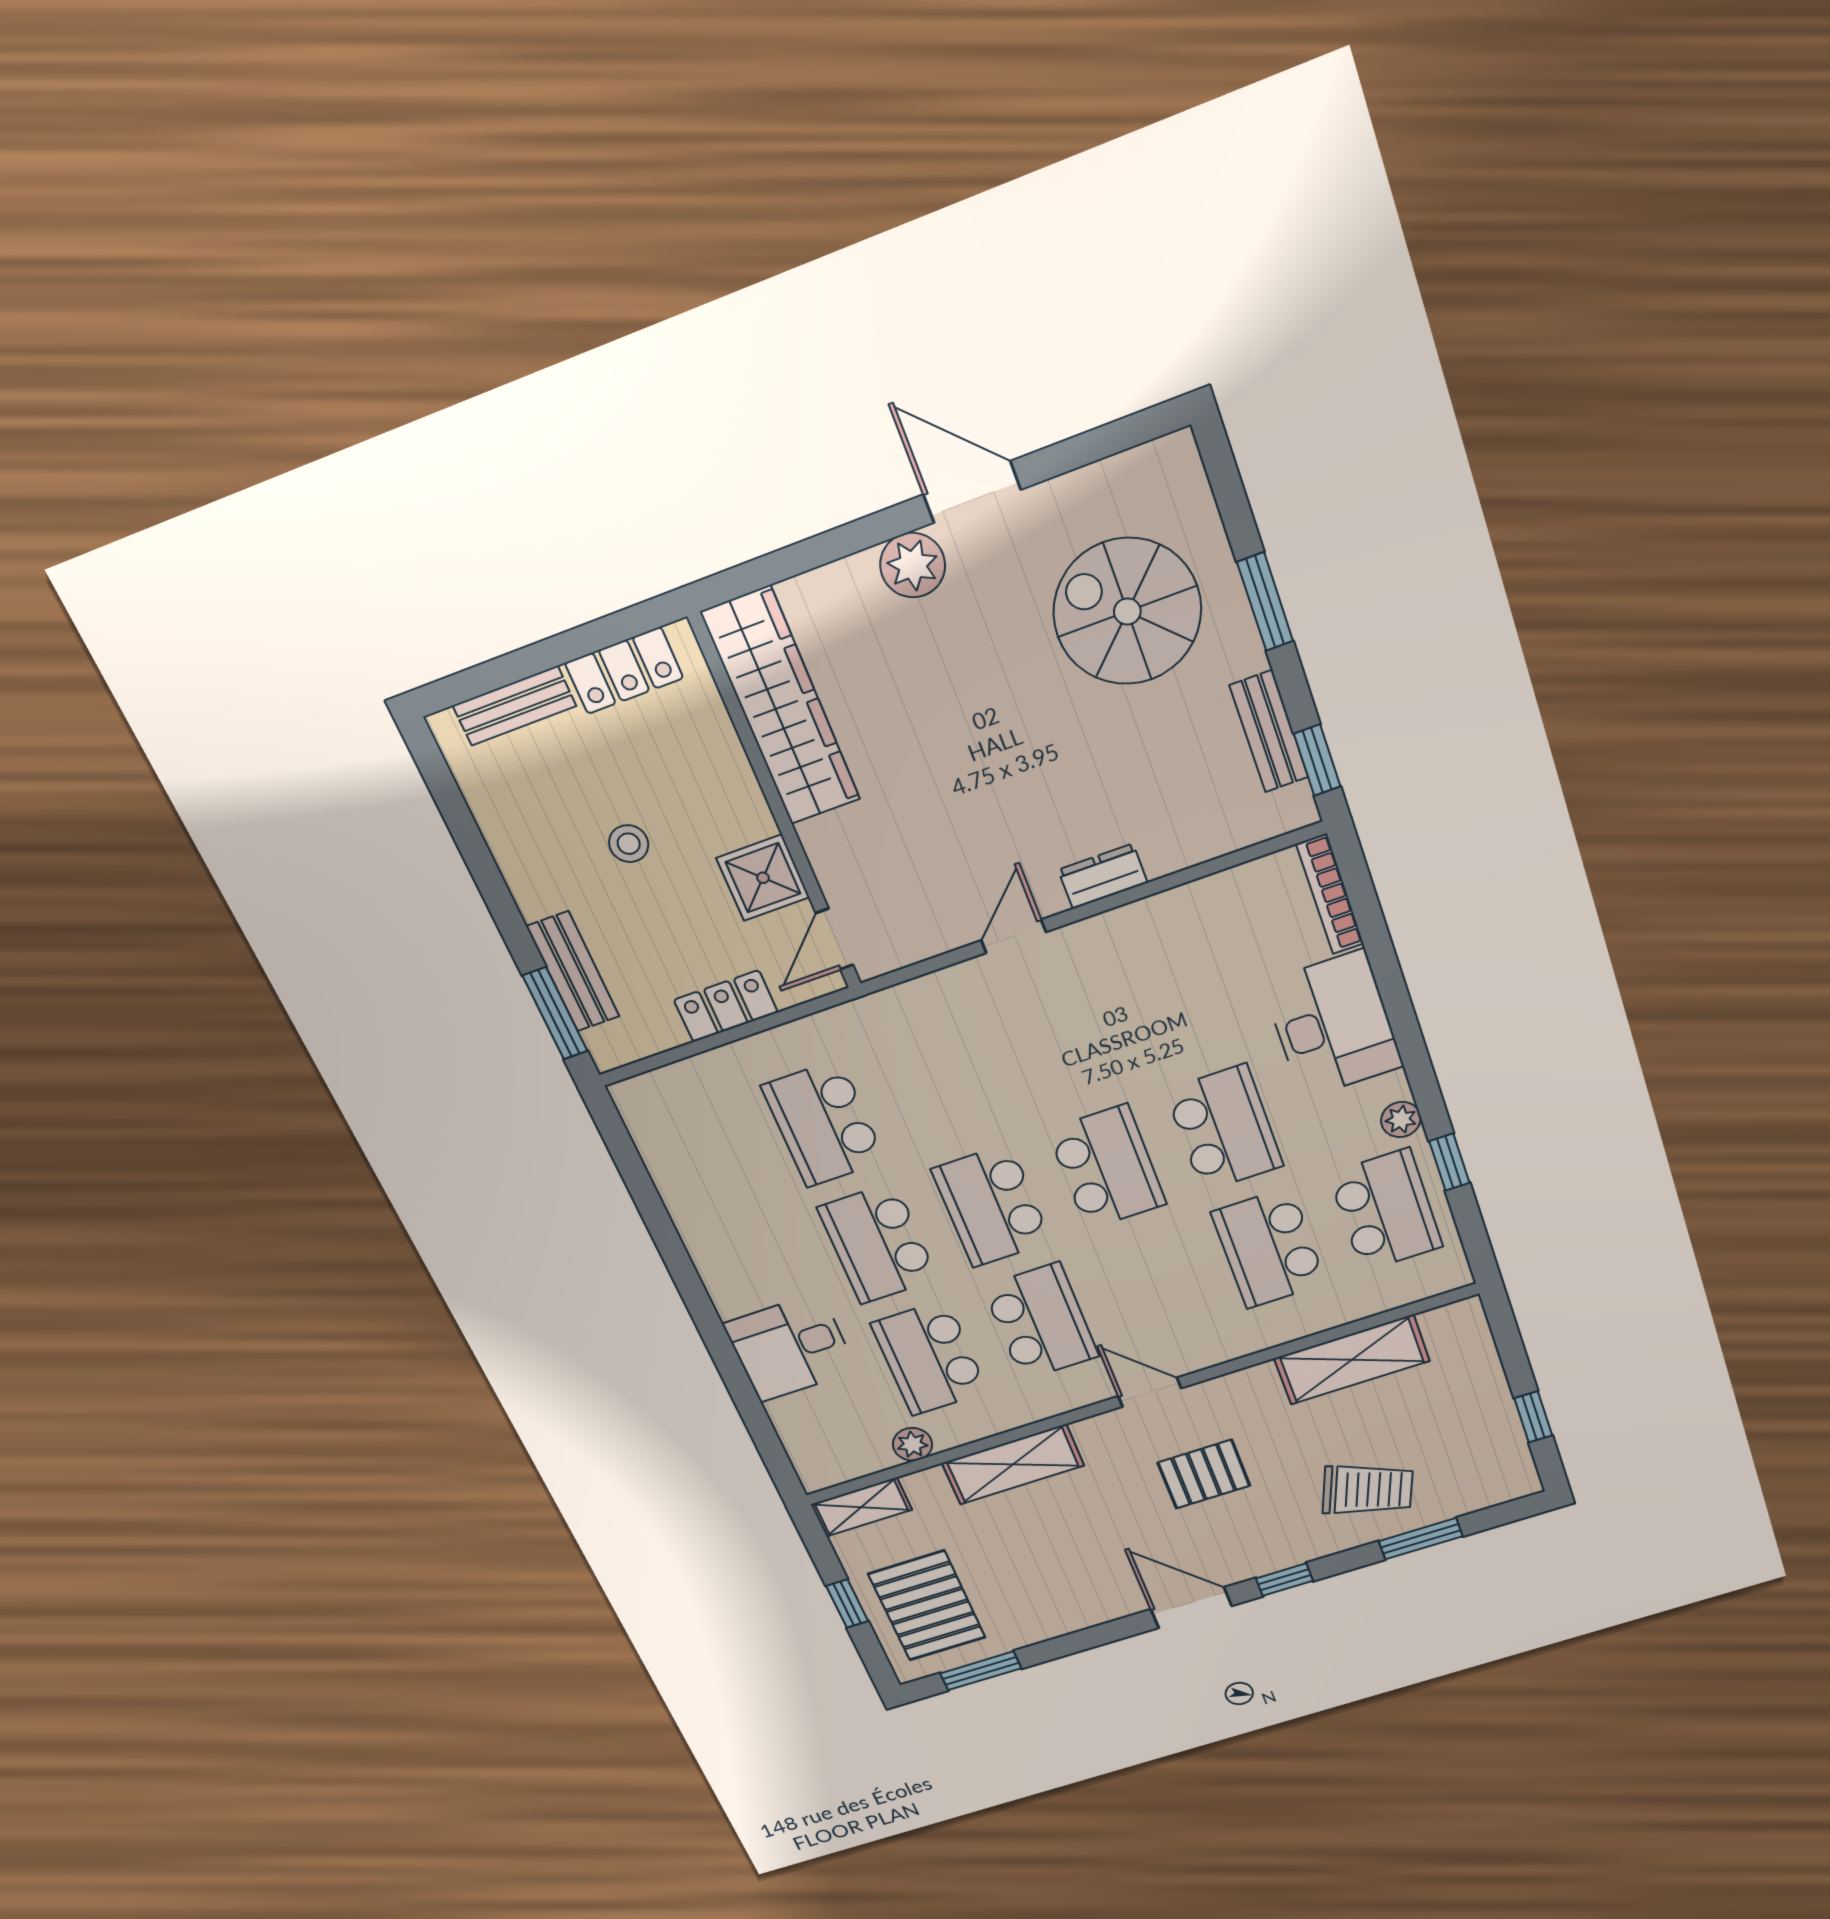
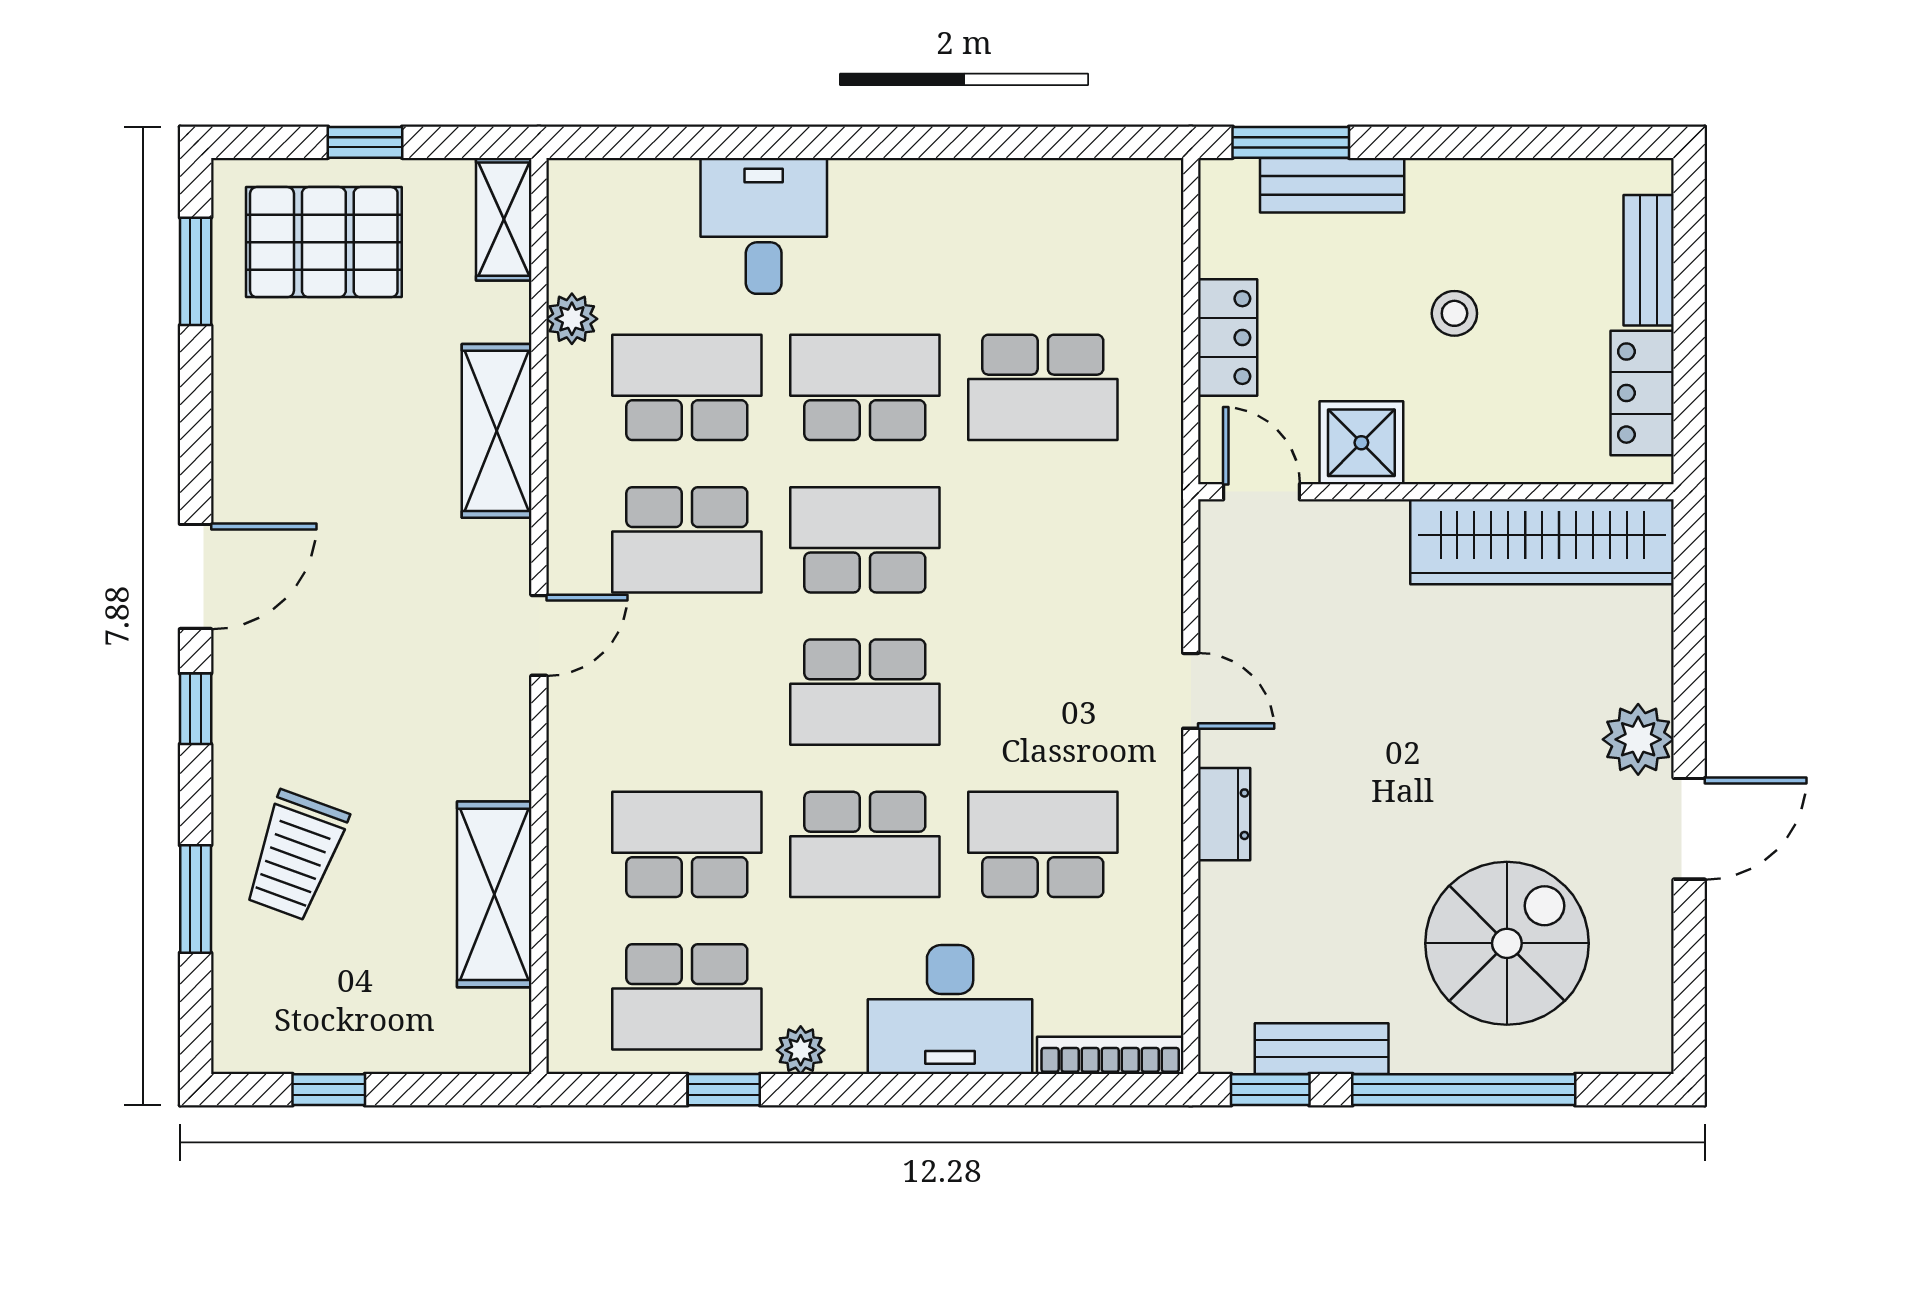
window: (1265, 602) -> (1464, 1090), width x2.11
school desk: (1178, 1003) -> (1043, 844), added
school desk: (824, 1124) -> (1043, 387), turned 180
pallet: (1204, 1474) -> (394, 661), removed

